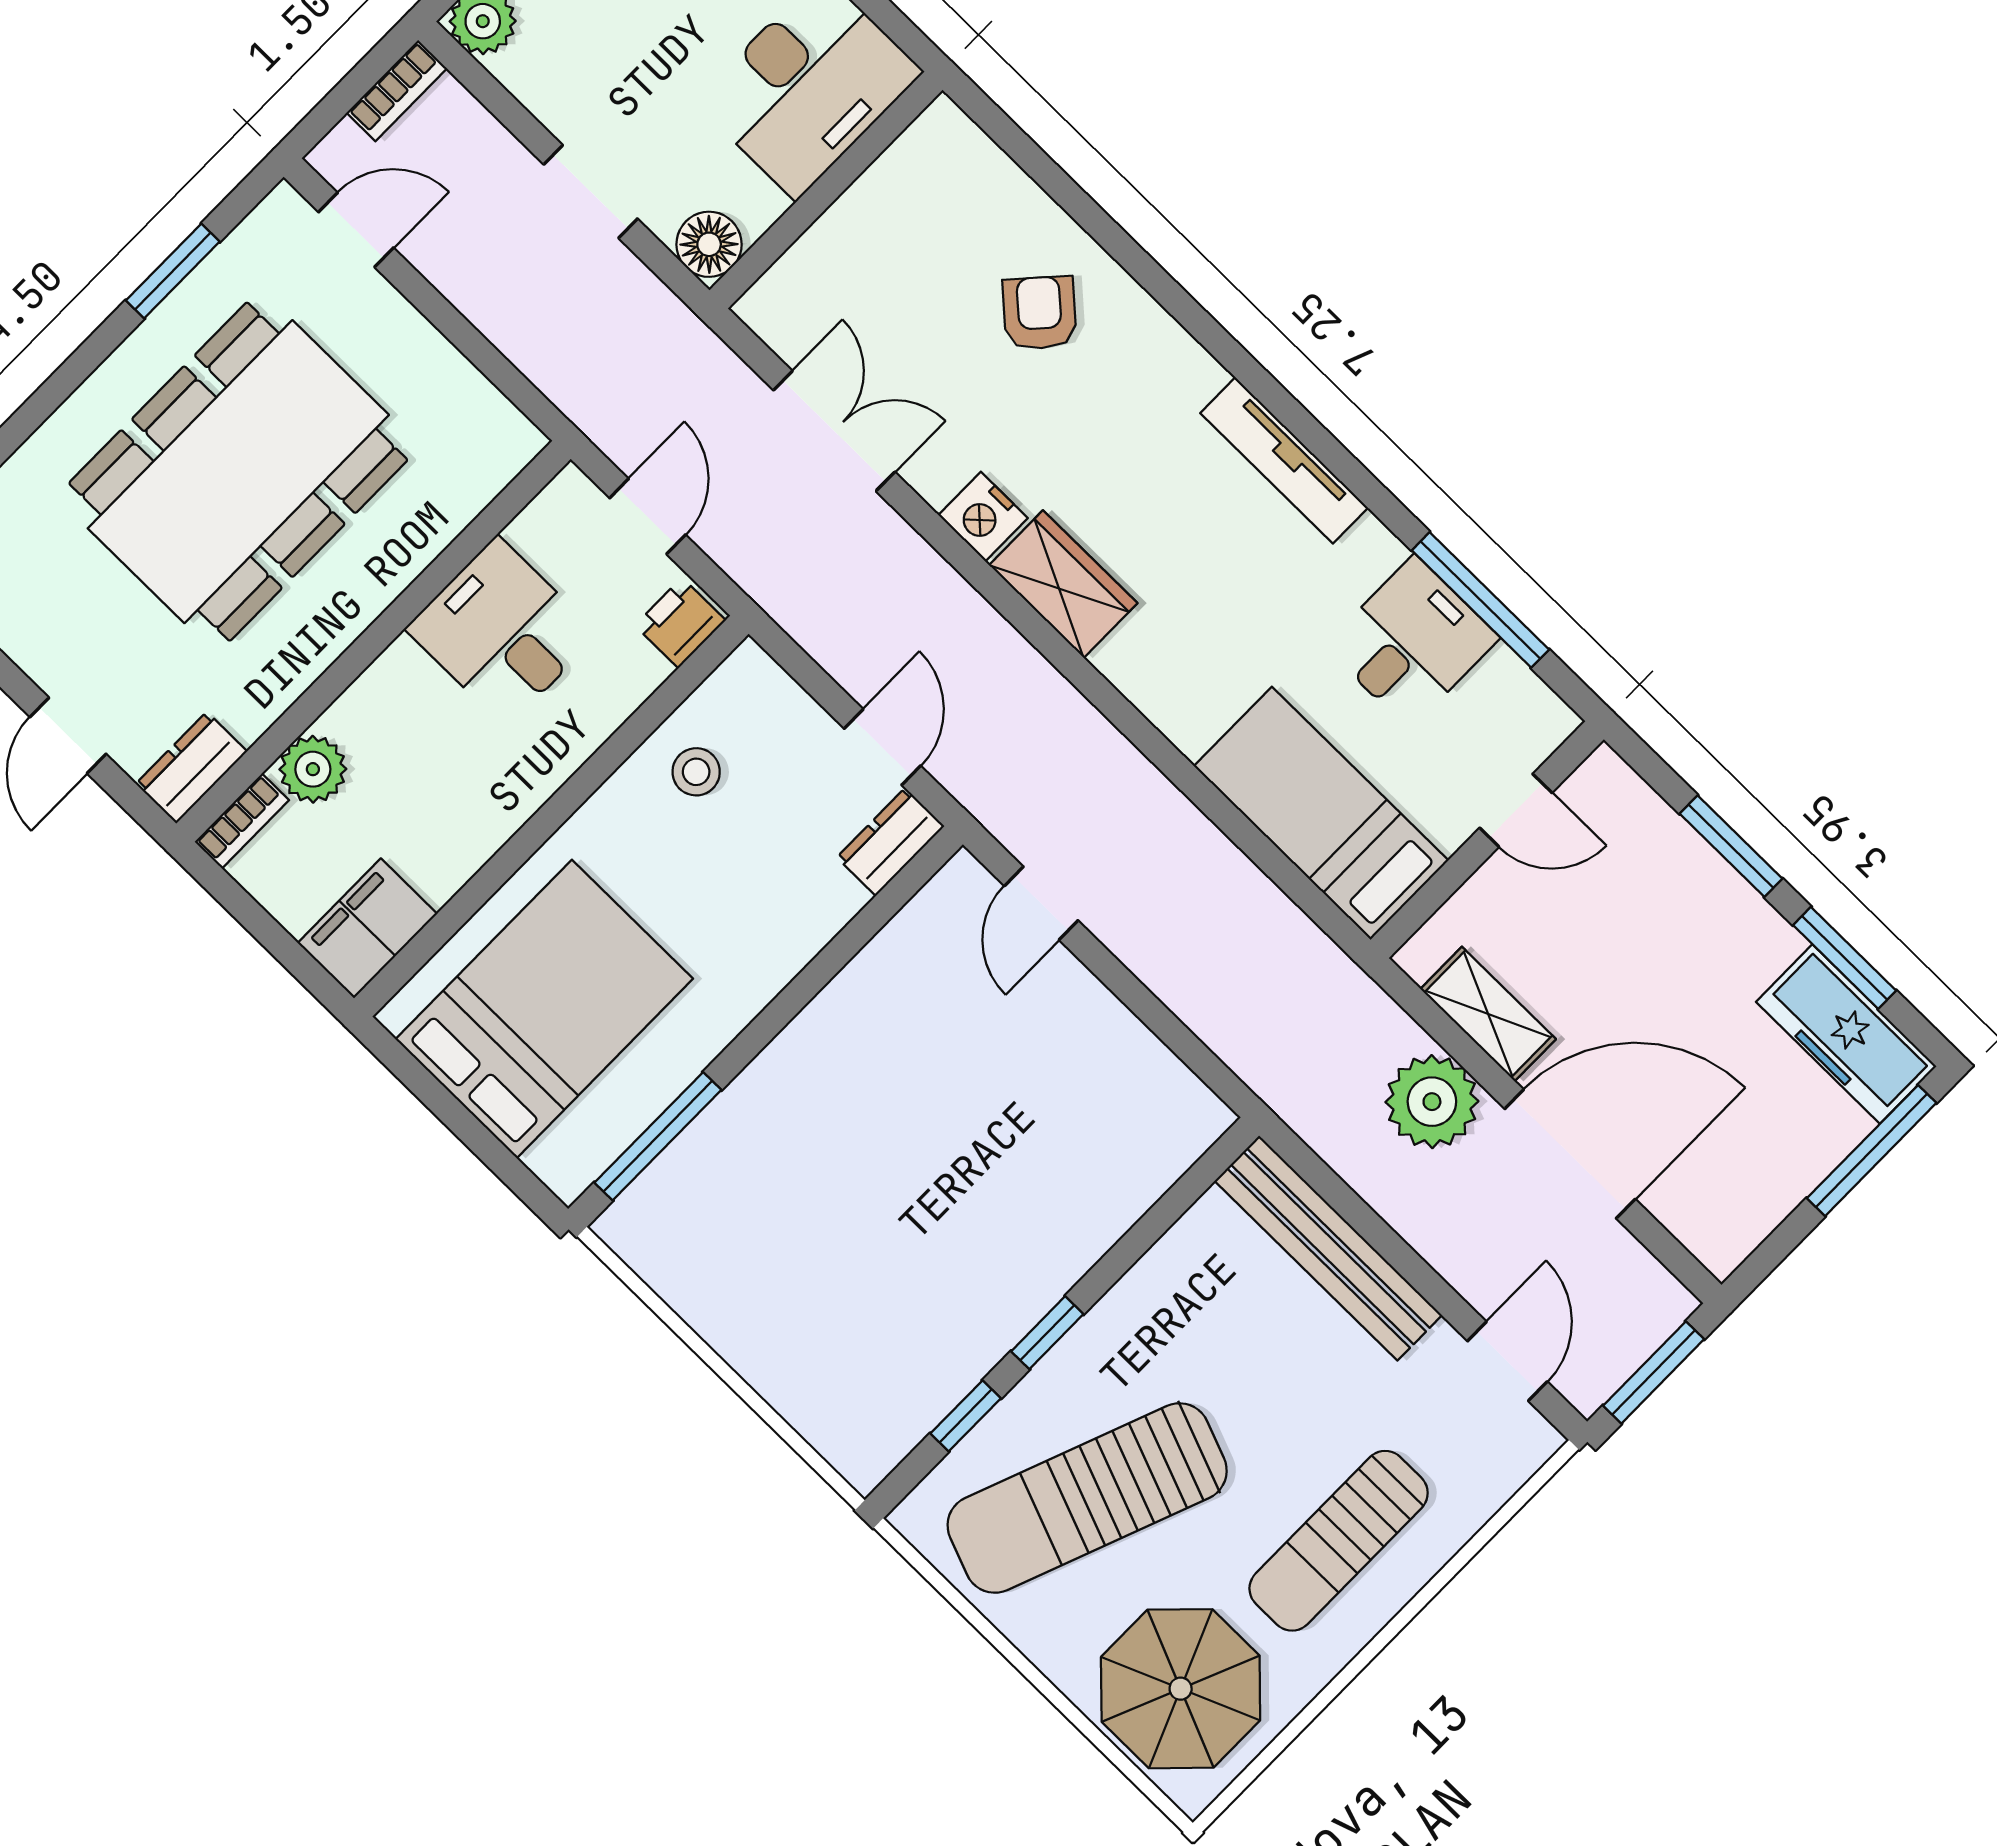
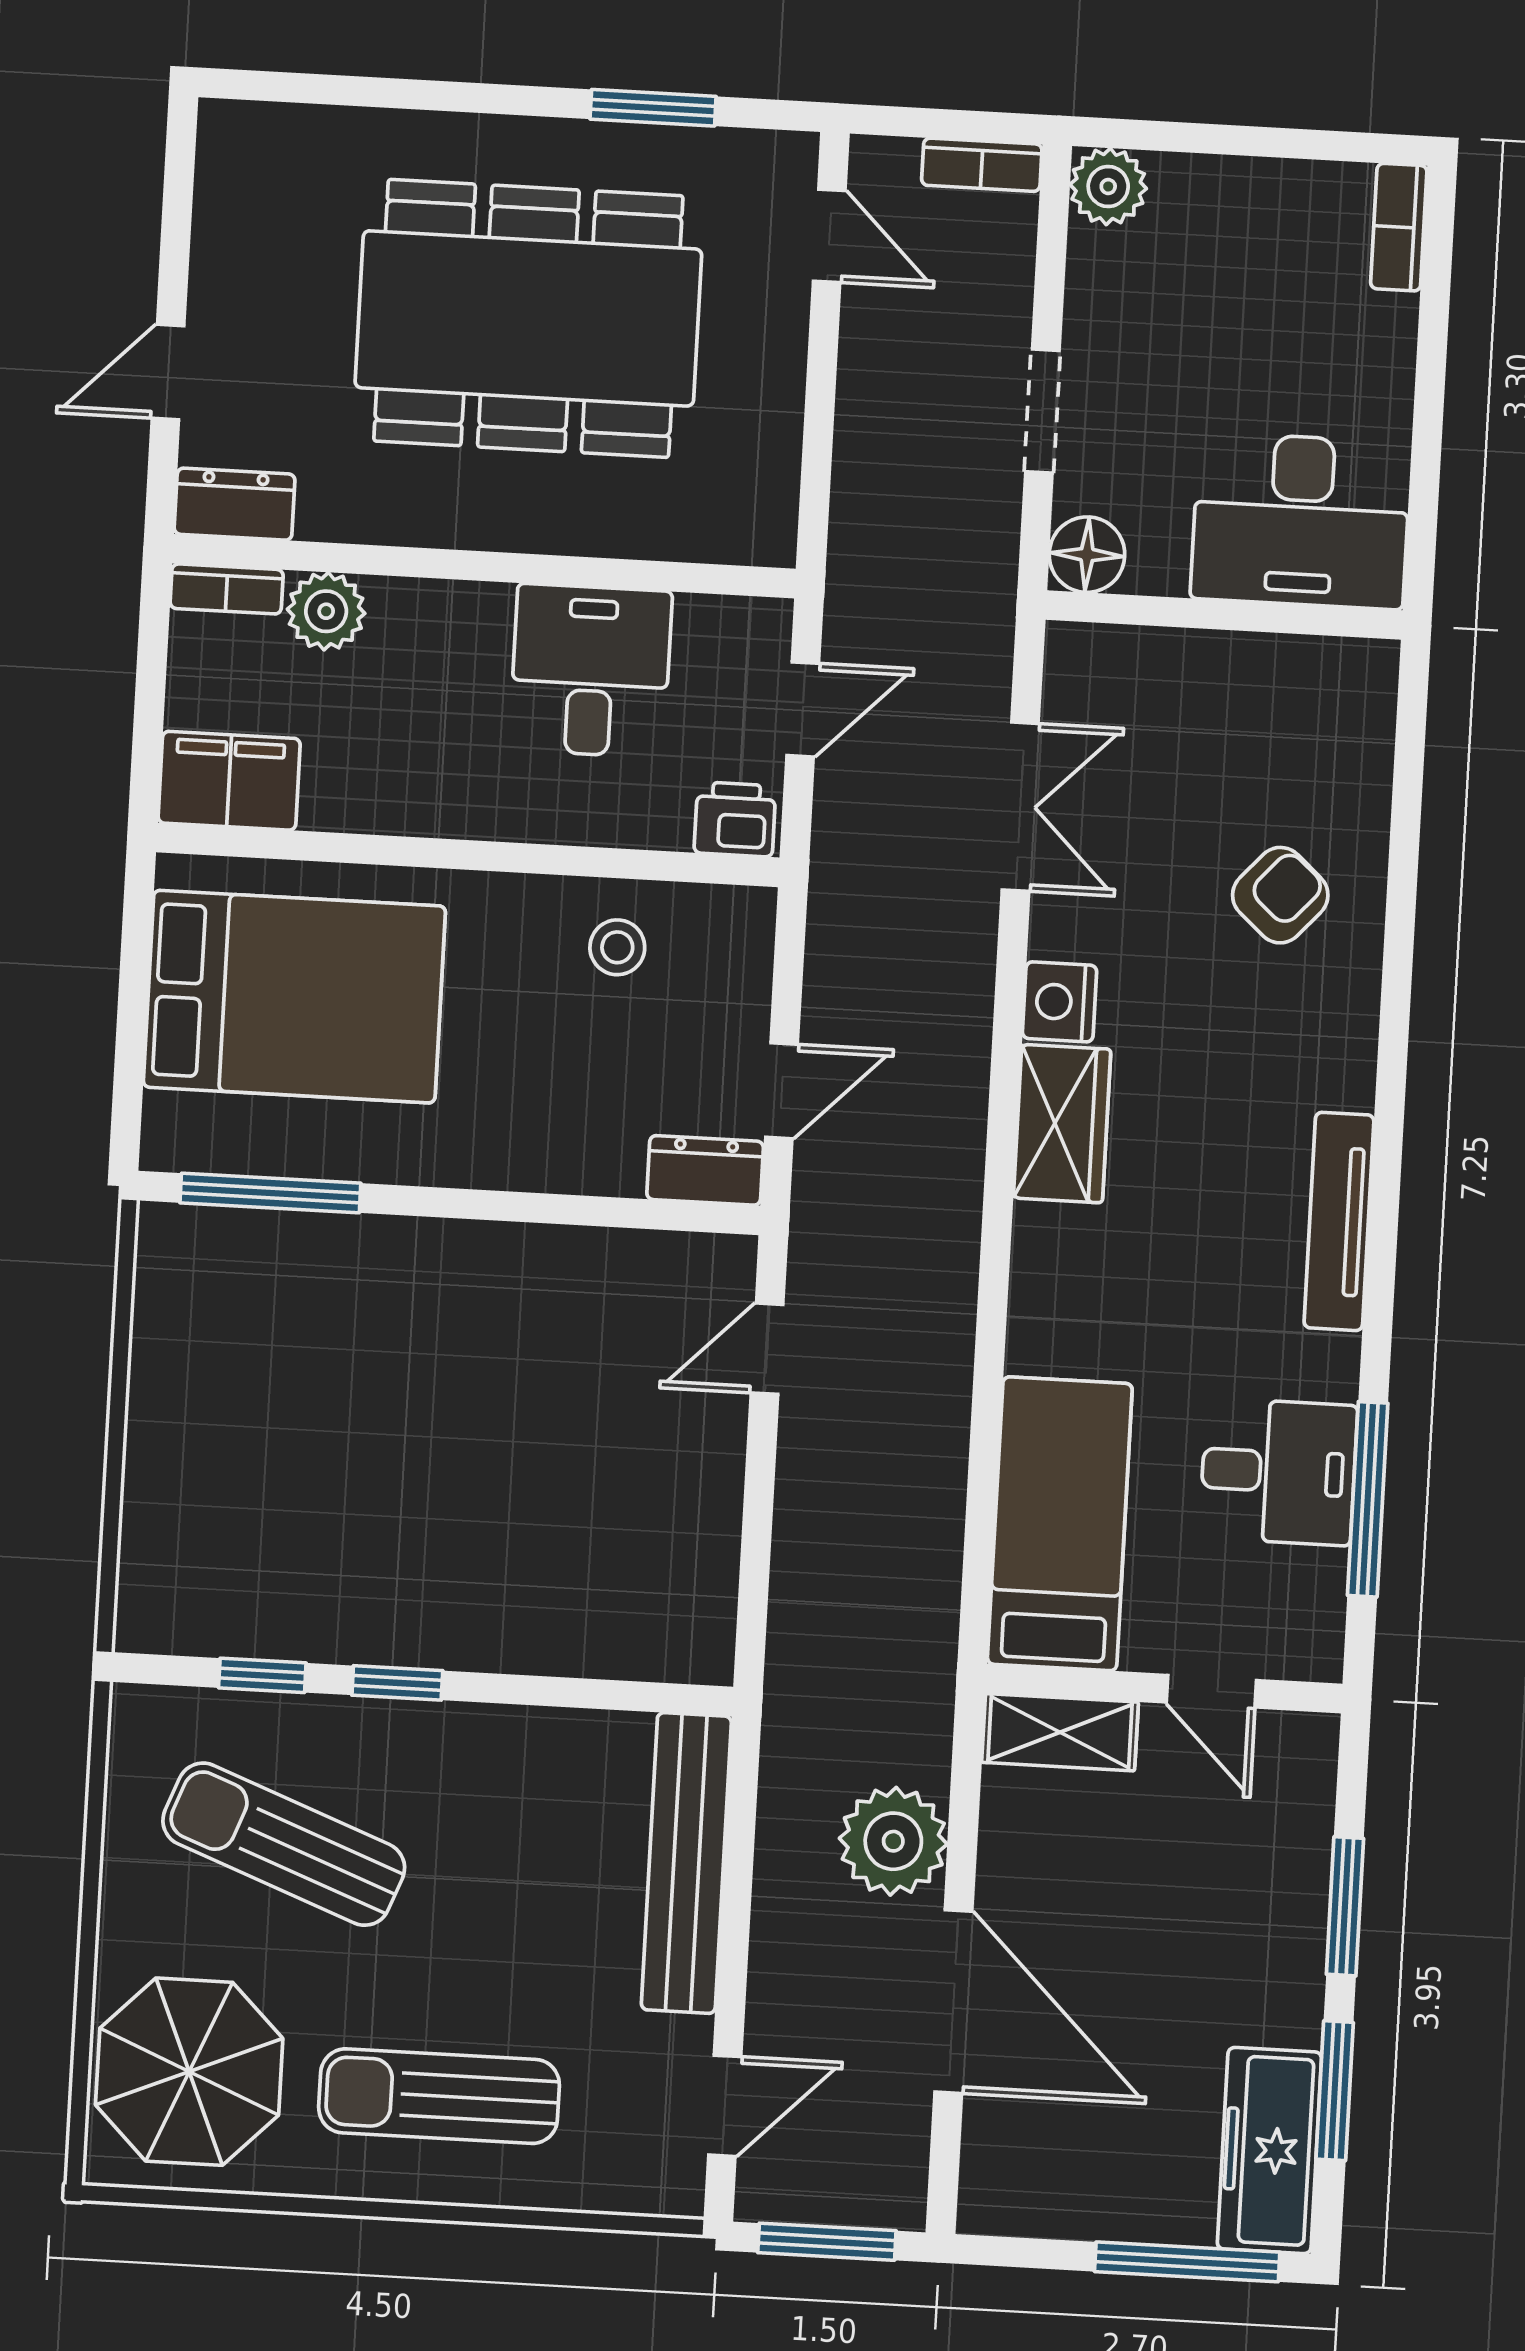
shelving: (1488, 1014) -> (1060, 1732), moved, turned 90
sun lounger: (1087, 1498) -> (284, 1844), width x0.73, depth x0.75

